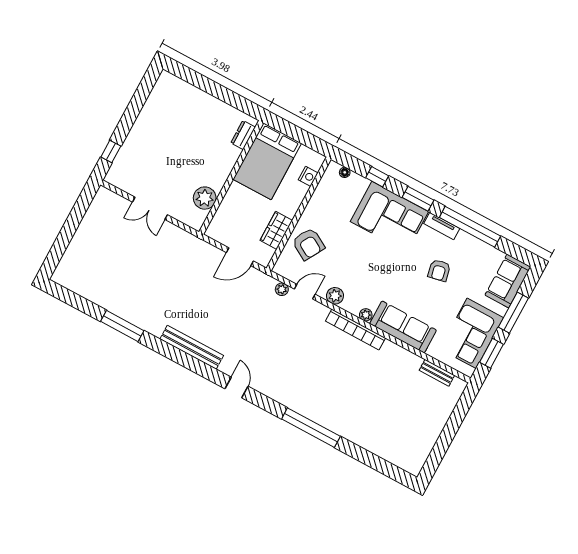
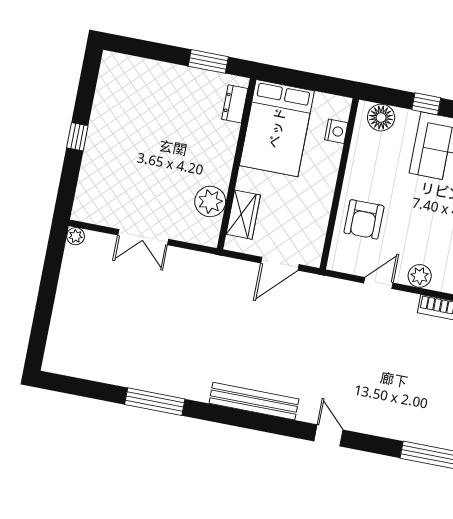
window: (234, 100) -> (208, 61), added
window: (111, 151) -> (77, 137), moved
floor lamp: (345, 172) -> (381, 118), width x1.89, depth x1.89
wardrobe: (276, 230) -> (243, 215), moved, turned 180
armchair: (308, 244) -> (364, 219), turned 60
plant: (282, 289) -> (76, 236), moved

